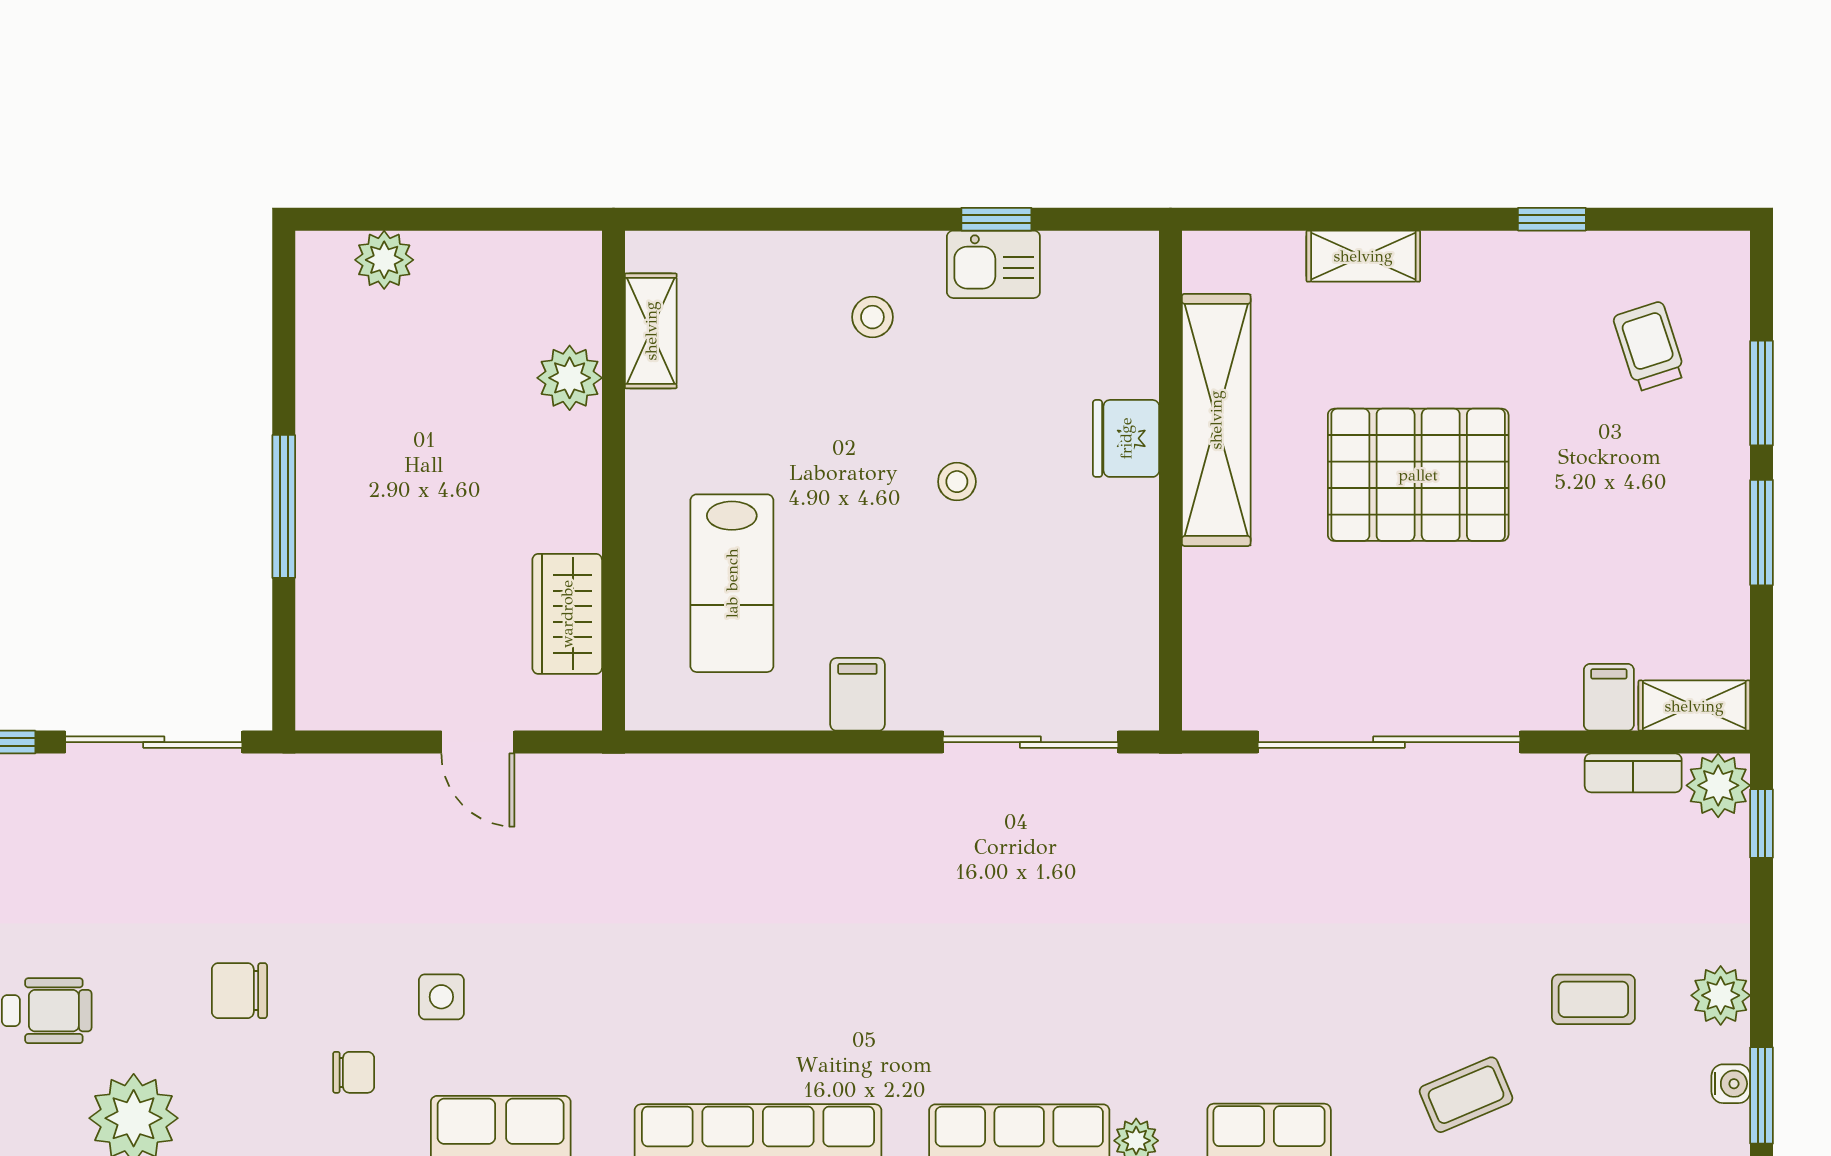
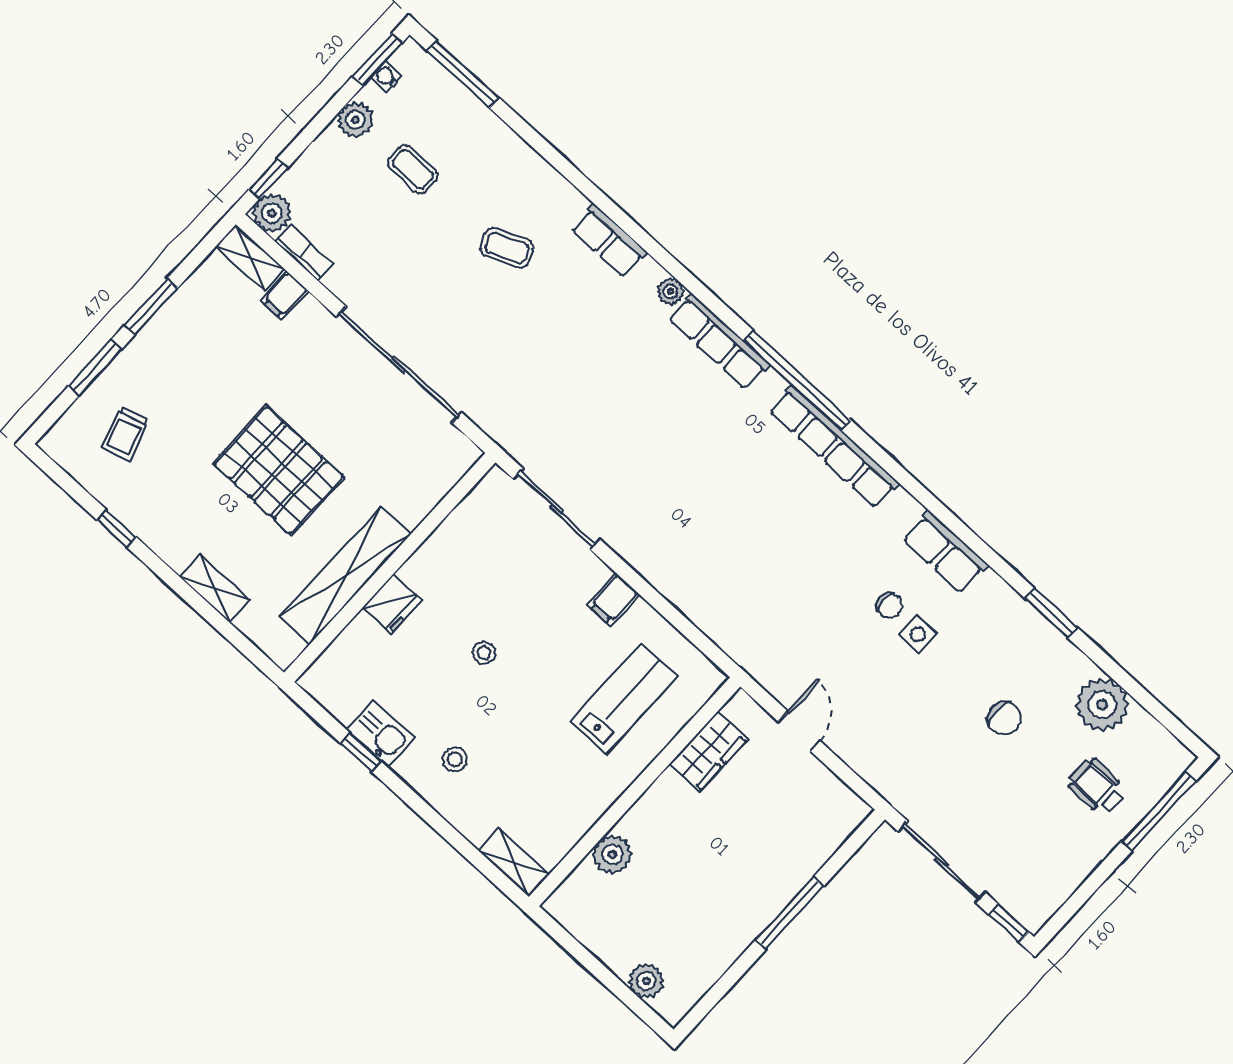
shelving: (651, 331) -> (514, 862), moved, turned 90
chair: (354, 1072) -> (890, 606), moved, turned 180
coffee table: (1466, 1095) -> (507, 248), moved

